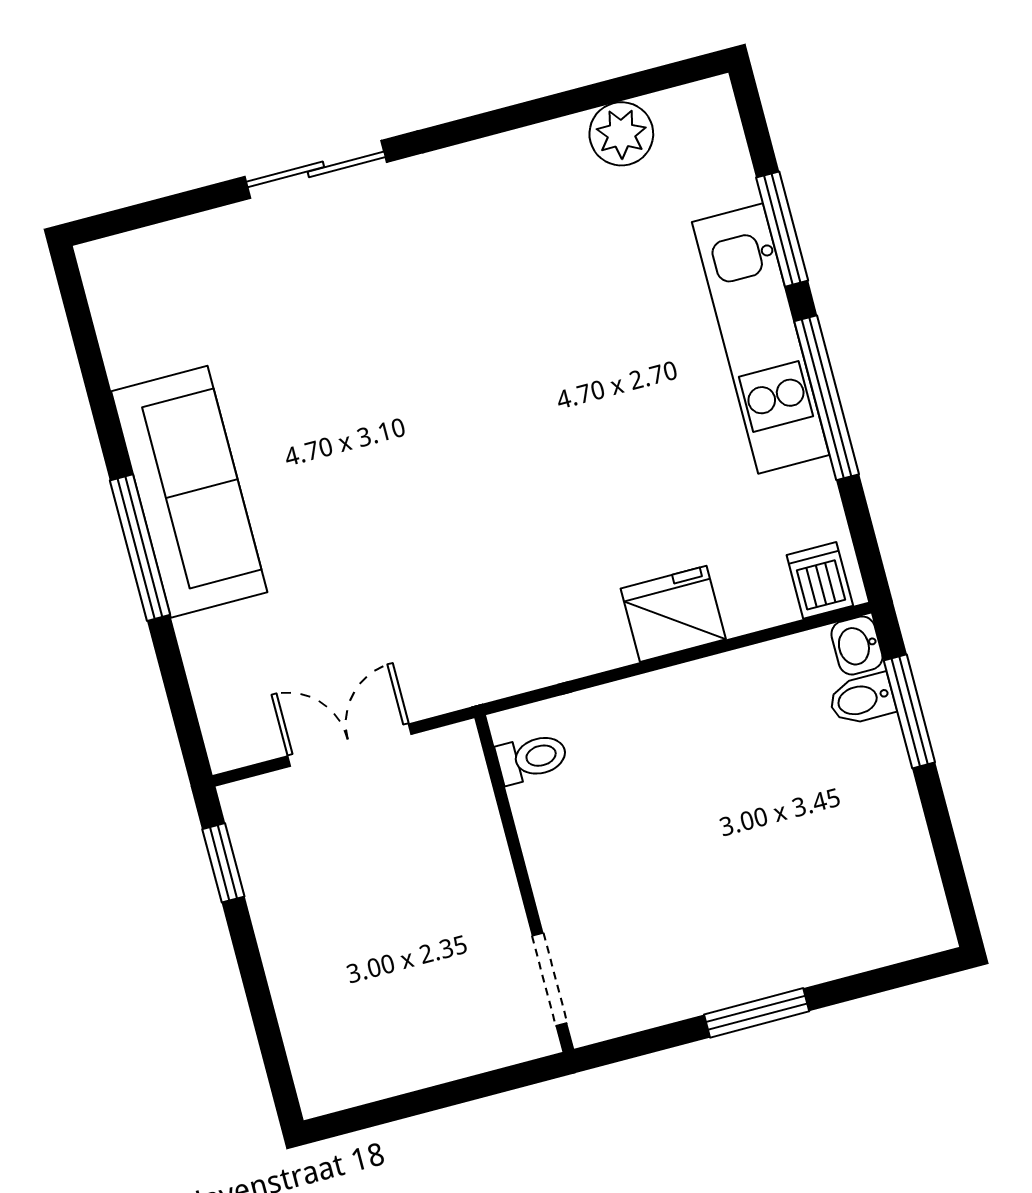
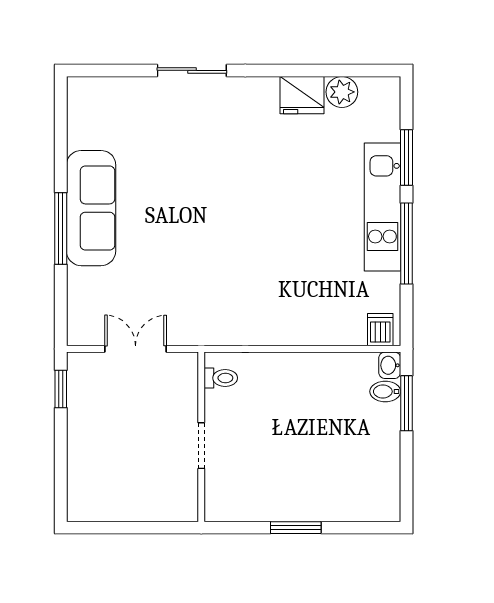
fridge: (673, 614) -> (302, 95), moved, turned 180
doorway: (550, 980) -> (201, 446), moved

